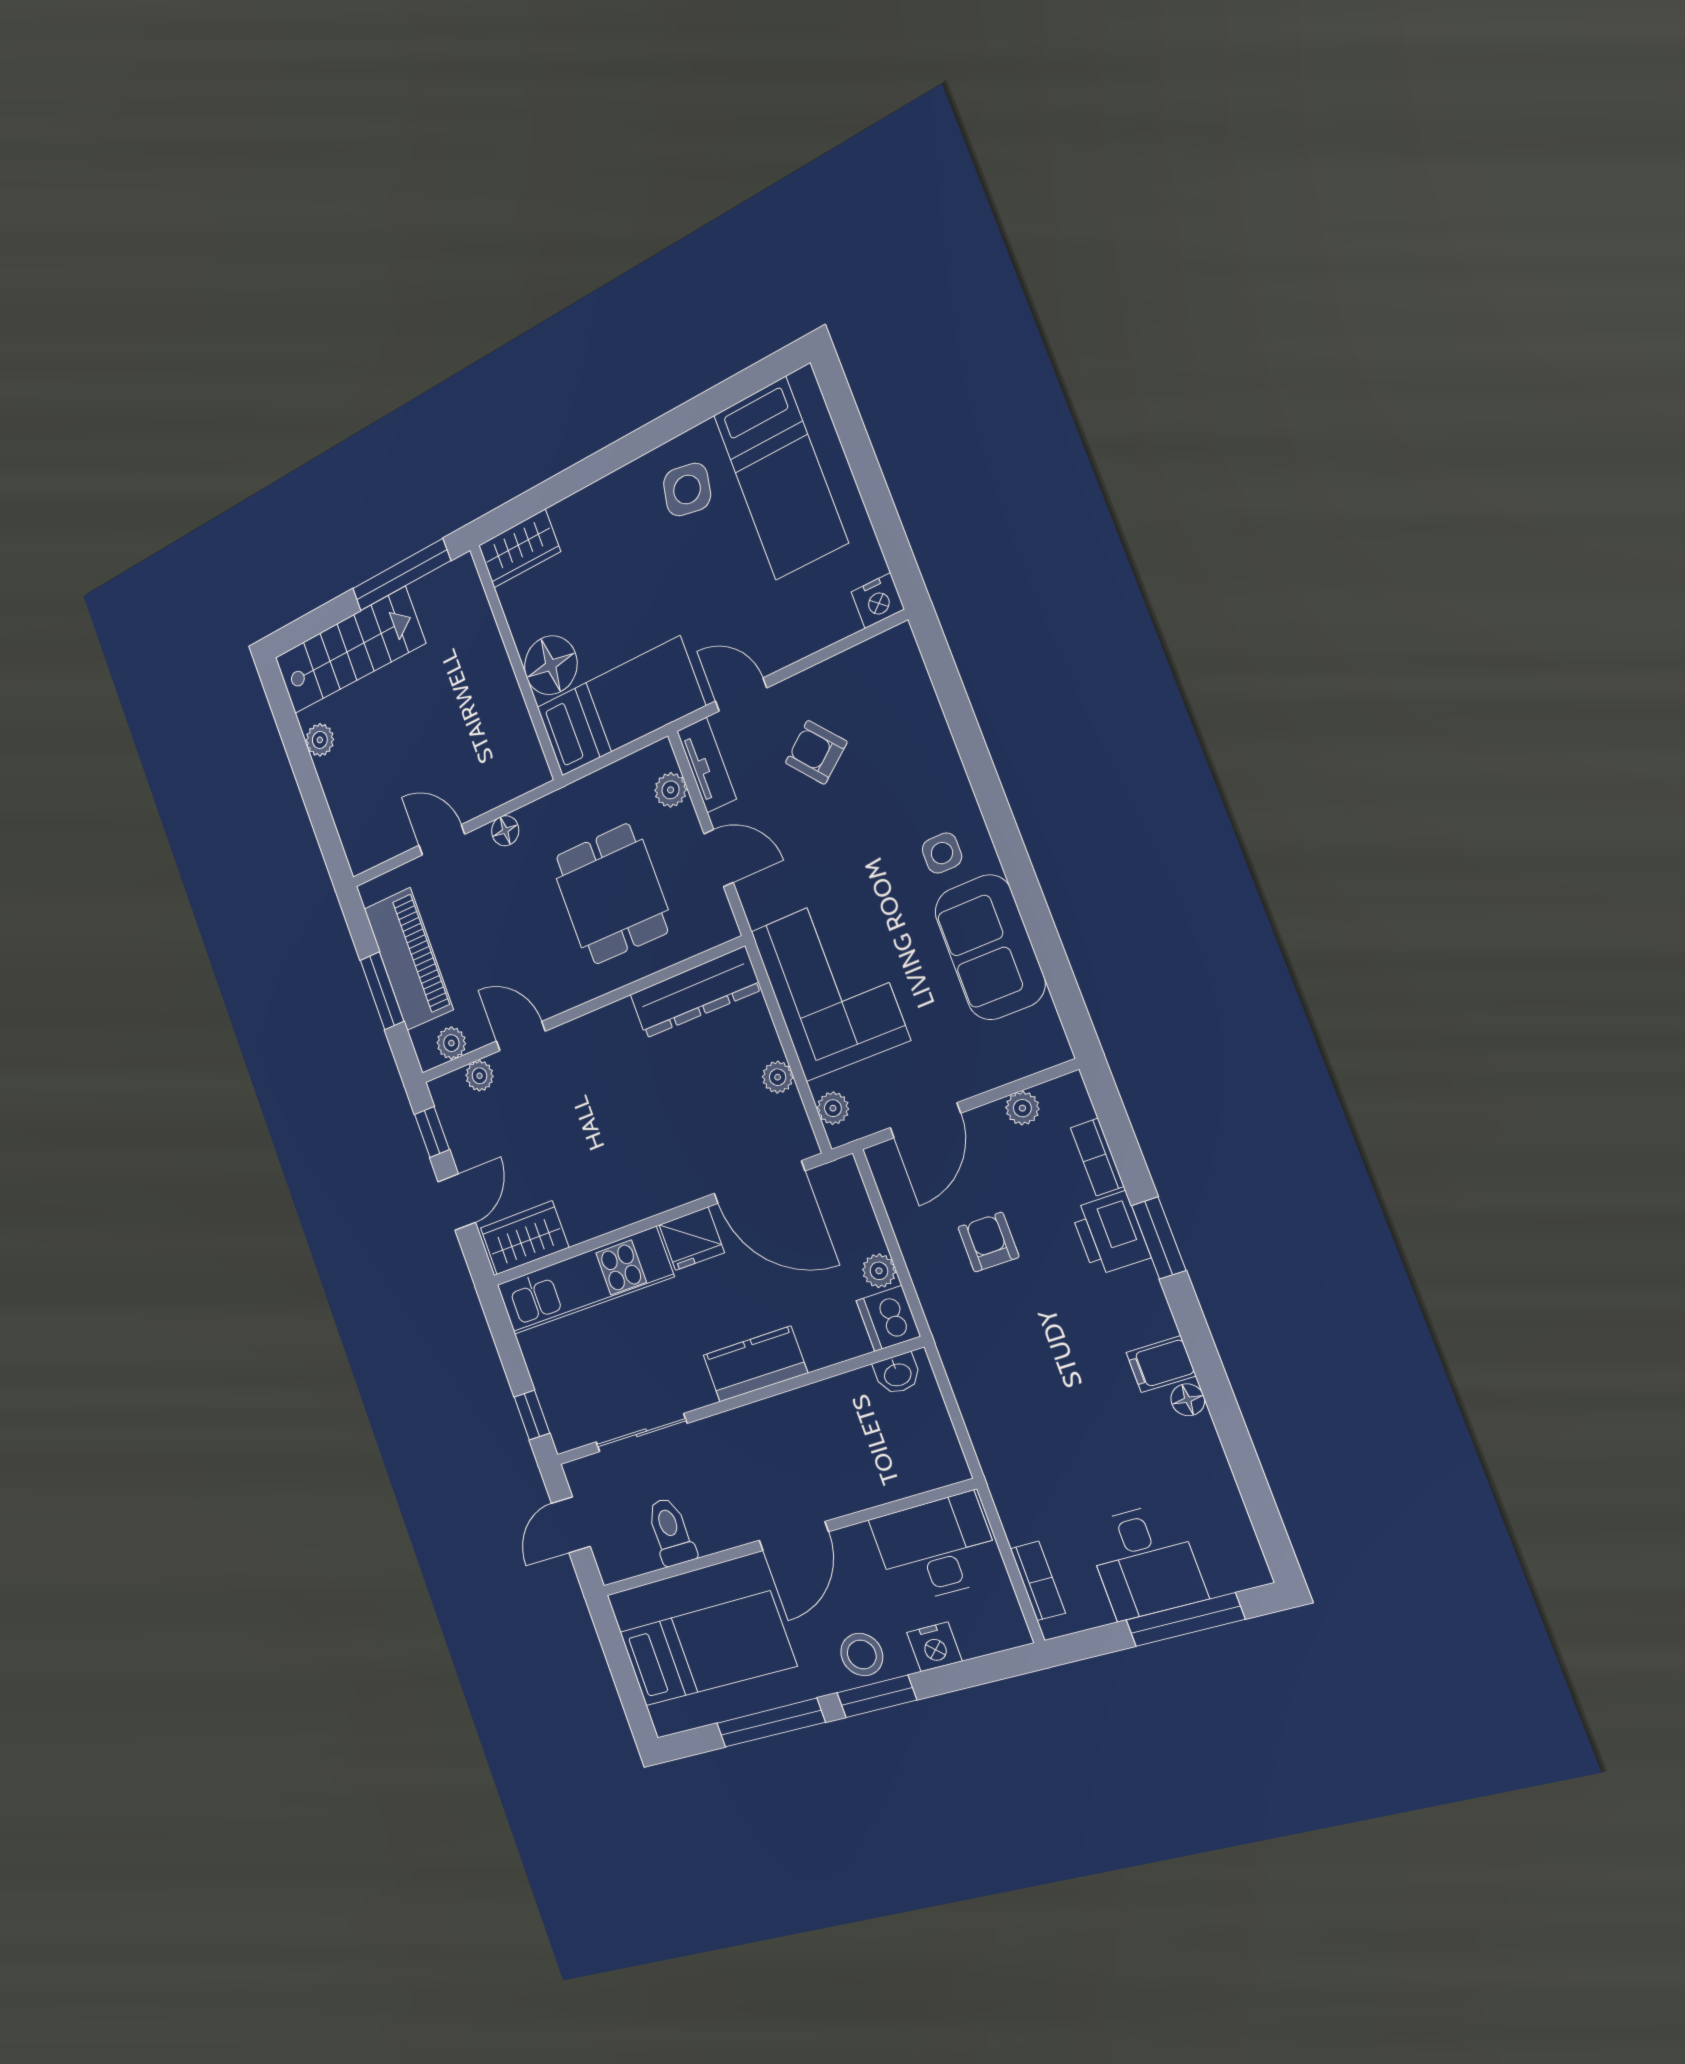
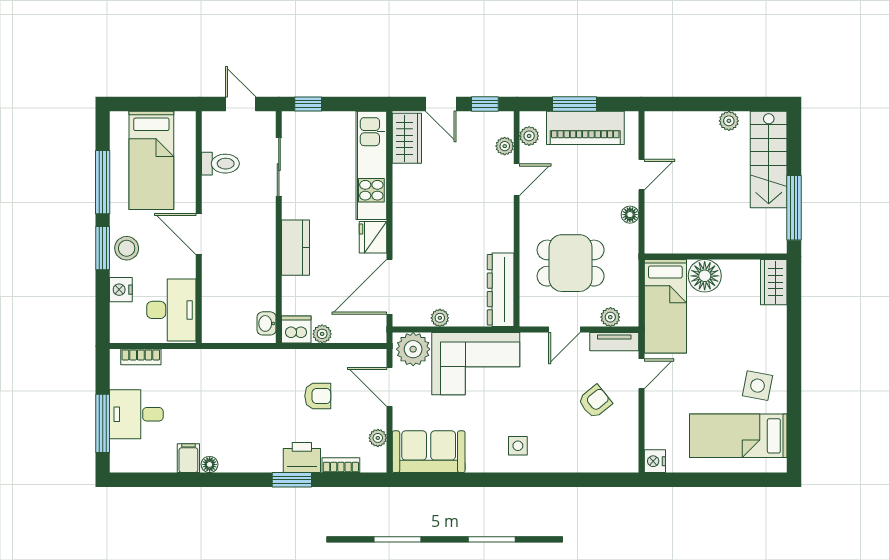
sofa: (990, 947) -> (429, 452), moved
plant: (833, 1108) -> (413, 349), width x1.88, depth x1.88
filing cabinet: (1161, 1364) -> (188, 458), moved

